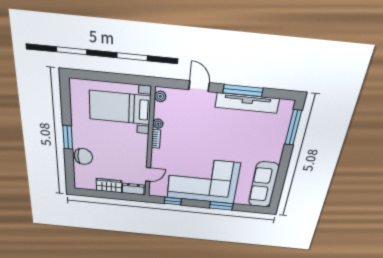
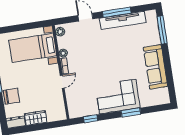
door: (148, 174) -> (62, 82), moved
corner sofa: (203, 181) -> (118, 97), width x0.73, depth x0.74
sofa: (264, 185) -> (155, 67), moved
dresser: (133, 189) -> (16, 122), moved

